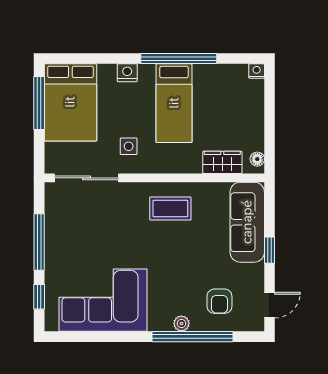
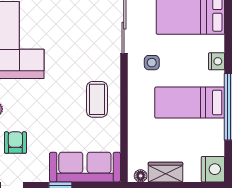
nightstand: (257, 71) -> (213, 169), width x1.89, depth x1.79
wardrobe: (222, 162) -> (165, 172), moved, turned -90
armchair: (219, 301) -> (15, 143), turned 90

